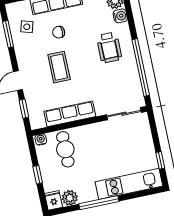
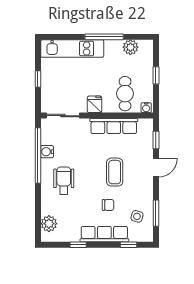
water cooler: (120, 16) -> (47, 152), moved
window: (160, 160) -> (38, 79), moved
fridge: (54, 200) -> (94, 104), moved, turned 180

